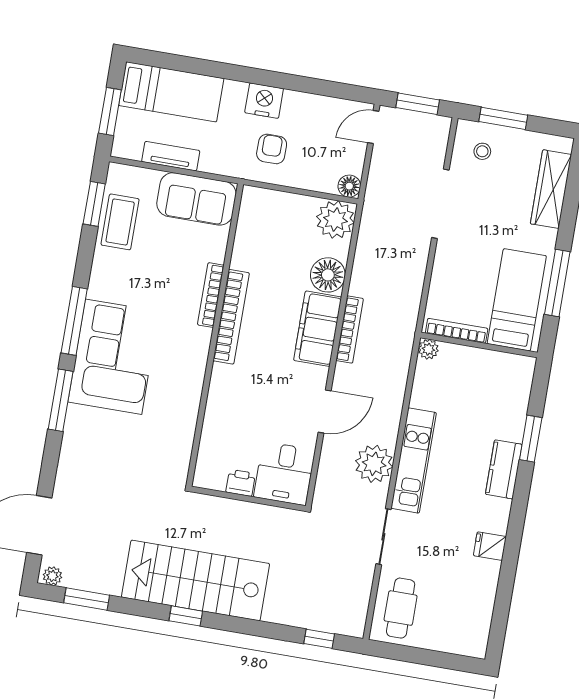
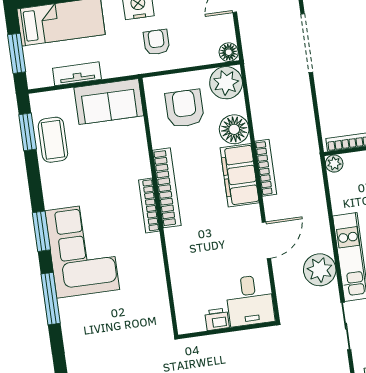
armchair: (280, 234) -> (185, 108), added
bookcase: (211, 295) -> (149, 205), moved
window: (74, 321) -> (41, 231), width x0.69

